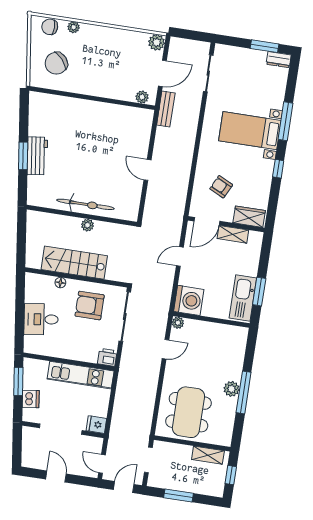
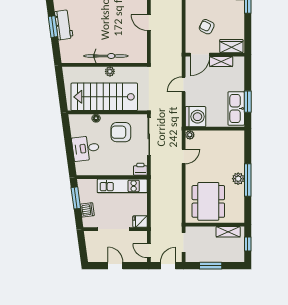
stairs: (74, 263) -> (104, 97), width x1.36, depth x1.51

